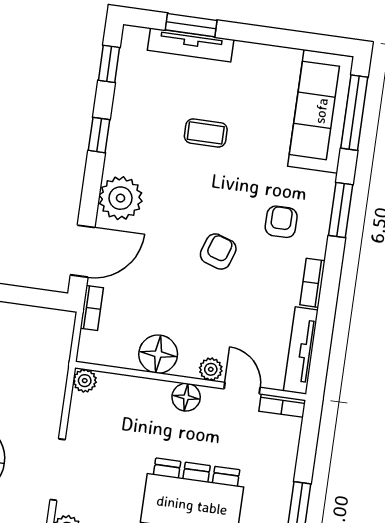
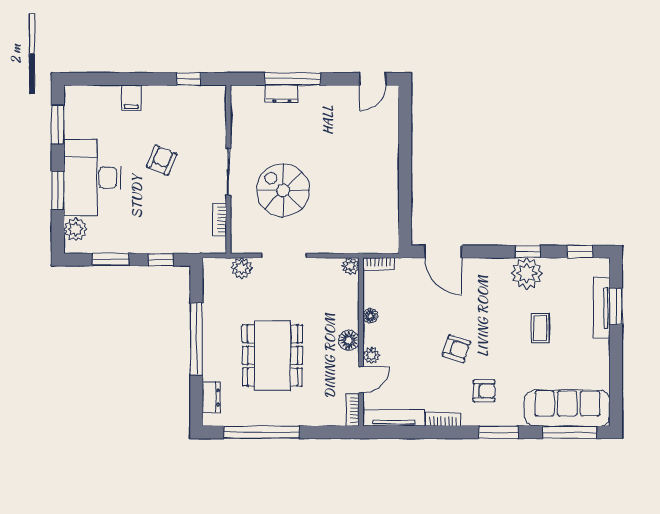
plant: (121, 198) -> (527, 273), moved
bookcase: (92, 308) -> (379, 264), moved
floor lamp: (158, 354) -> (370, 316), width x0.53, depth x0.53

